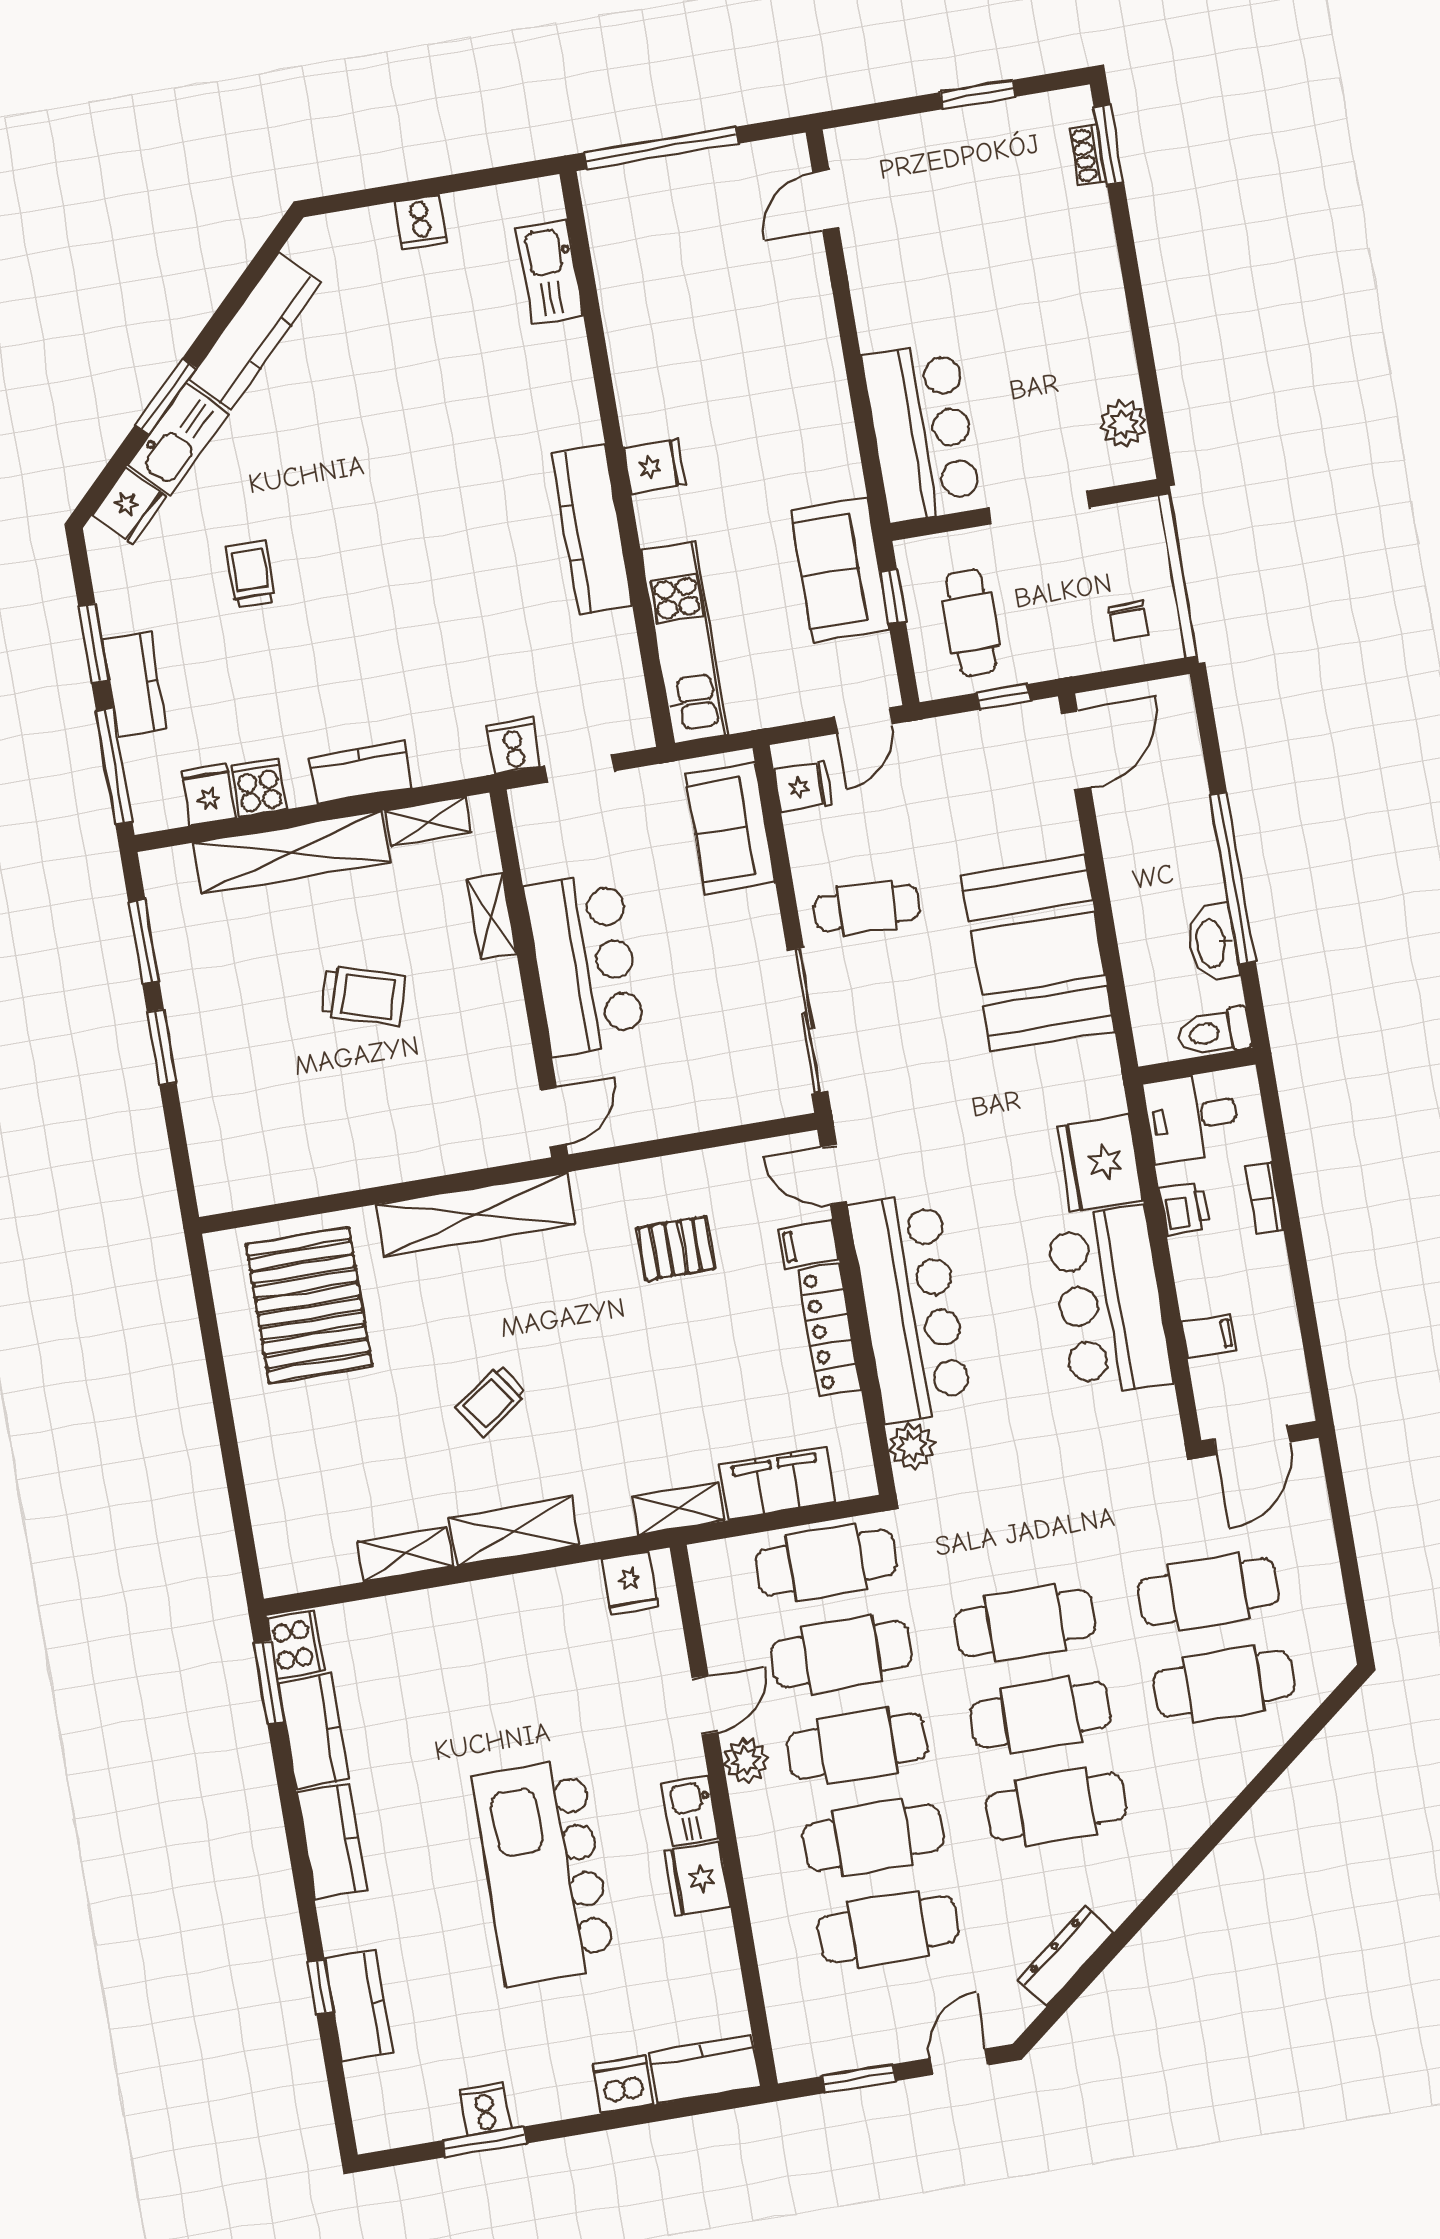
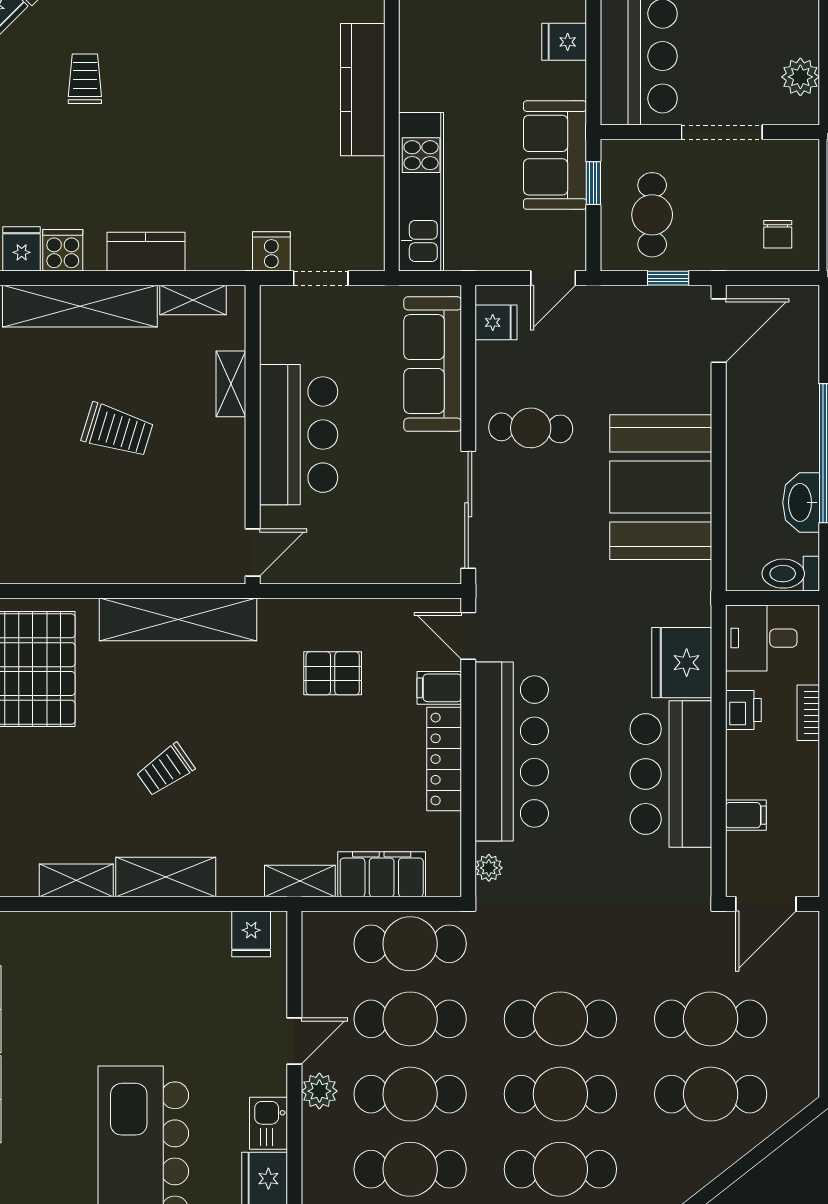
fridge: (654, 466) -> (564, 42), moved, turned 180
sofa: (730, 828) -> (433, 364), width x1.36
plant: (912, 1446) -> (489, 868), width x0.73, depth x0.73

